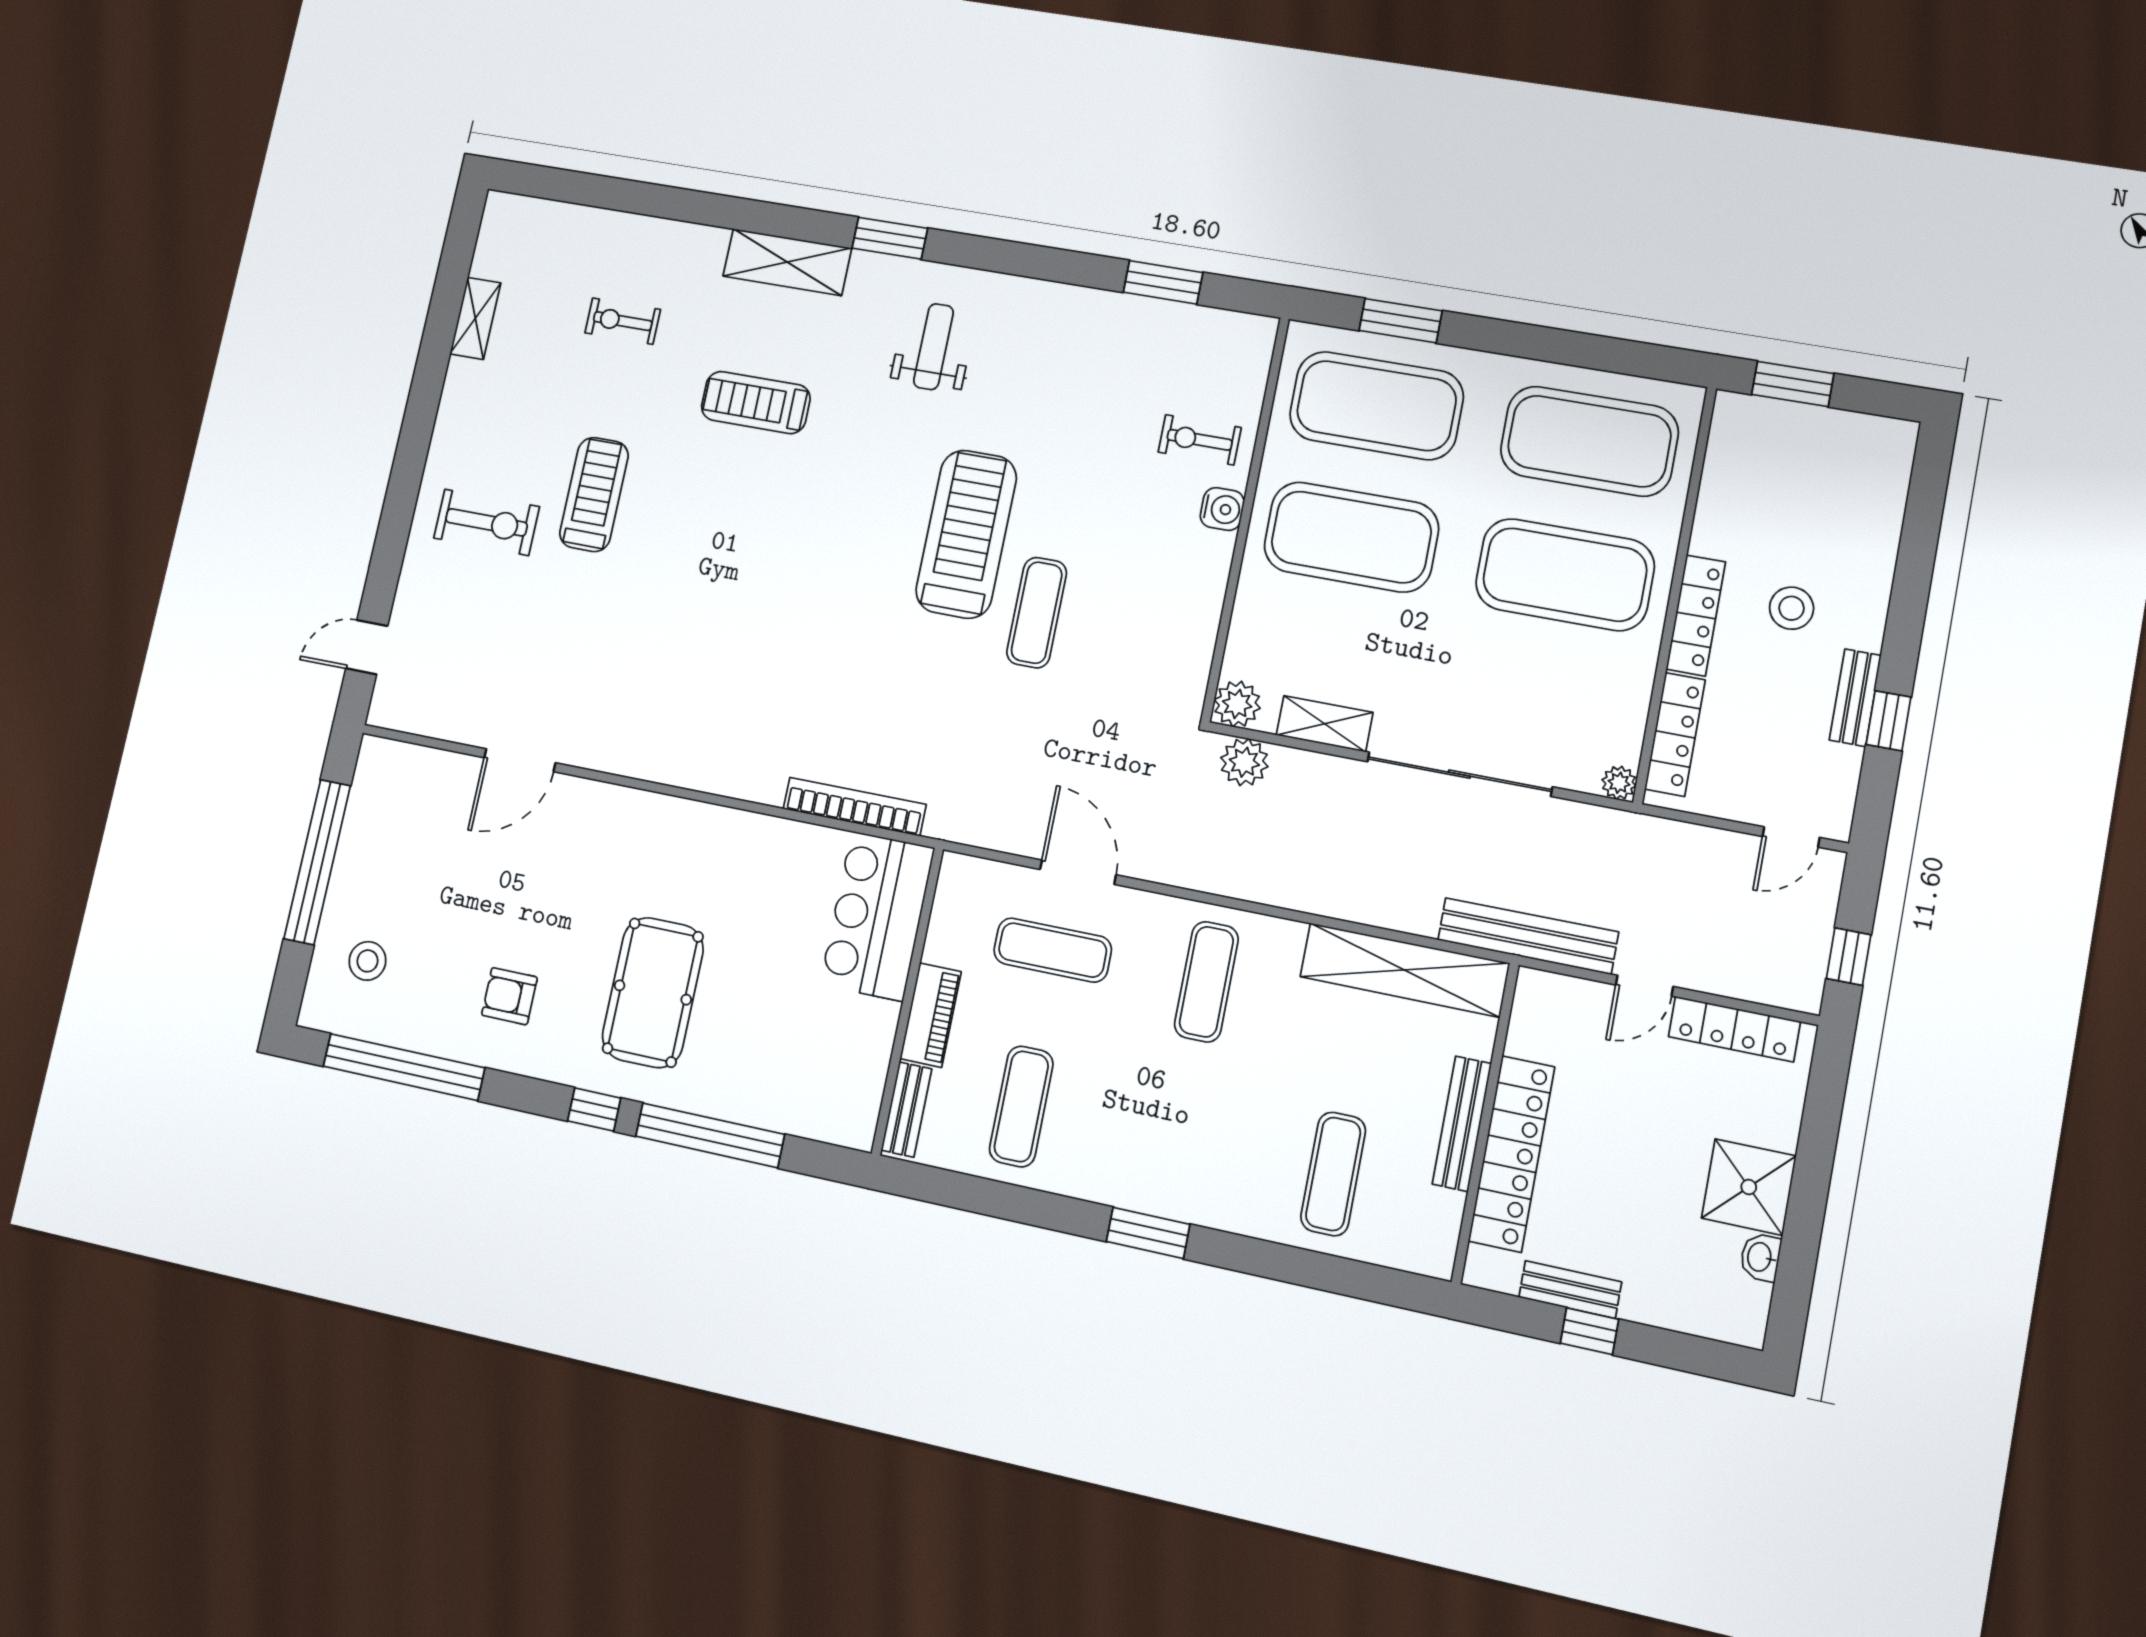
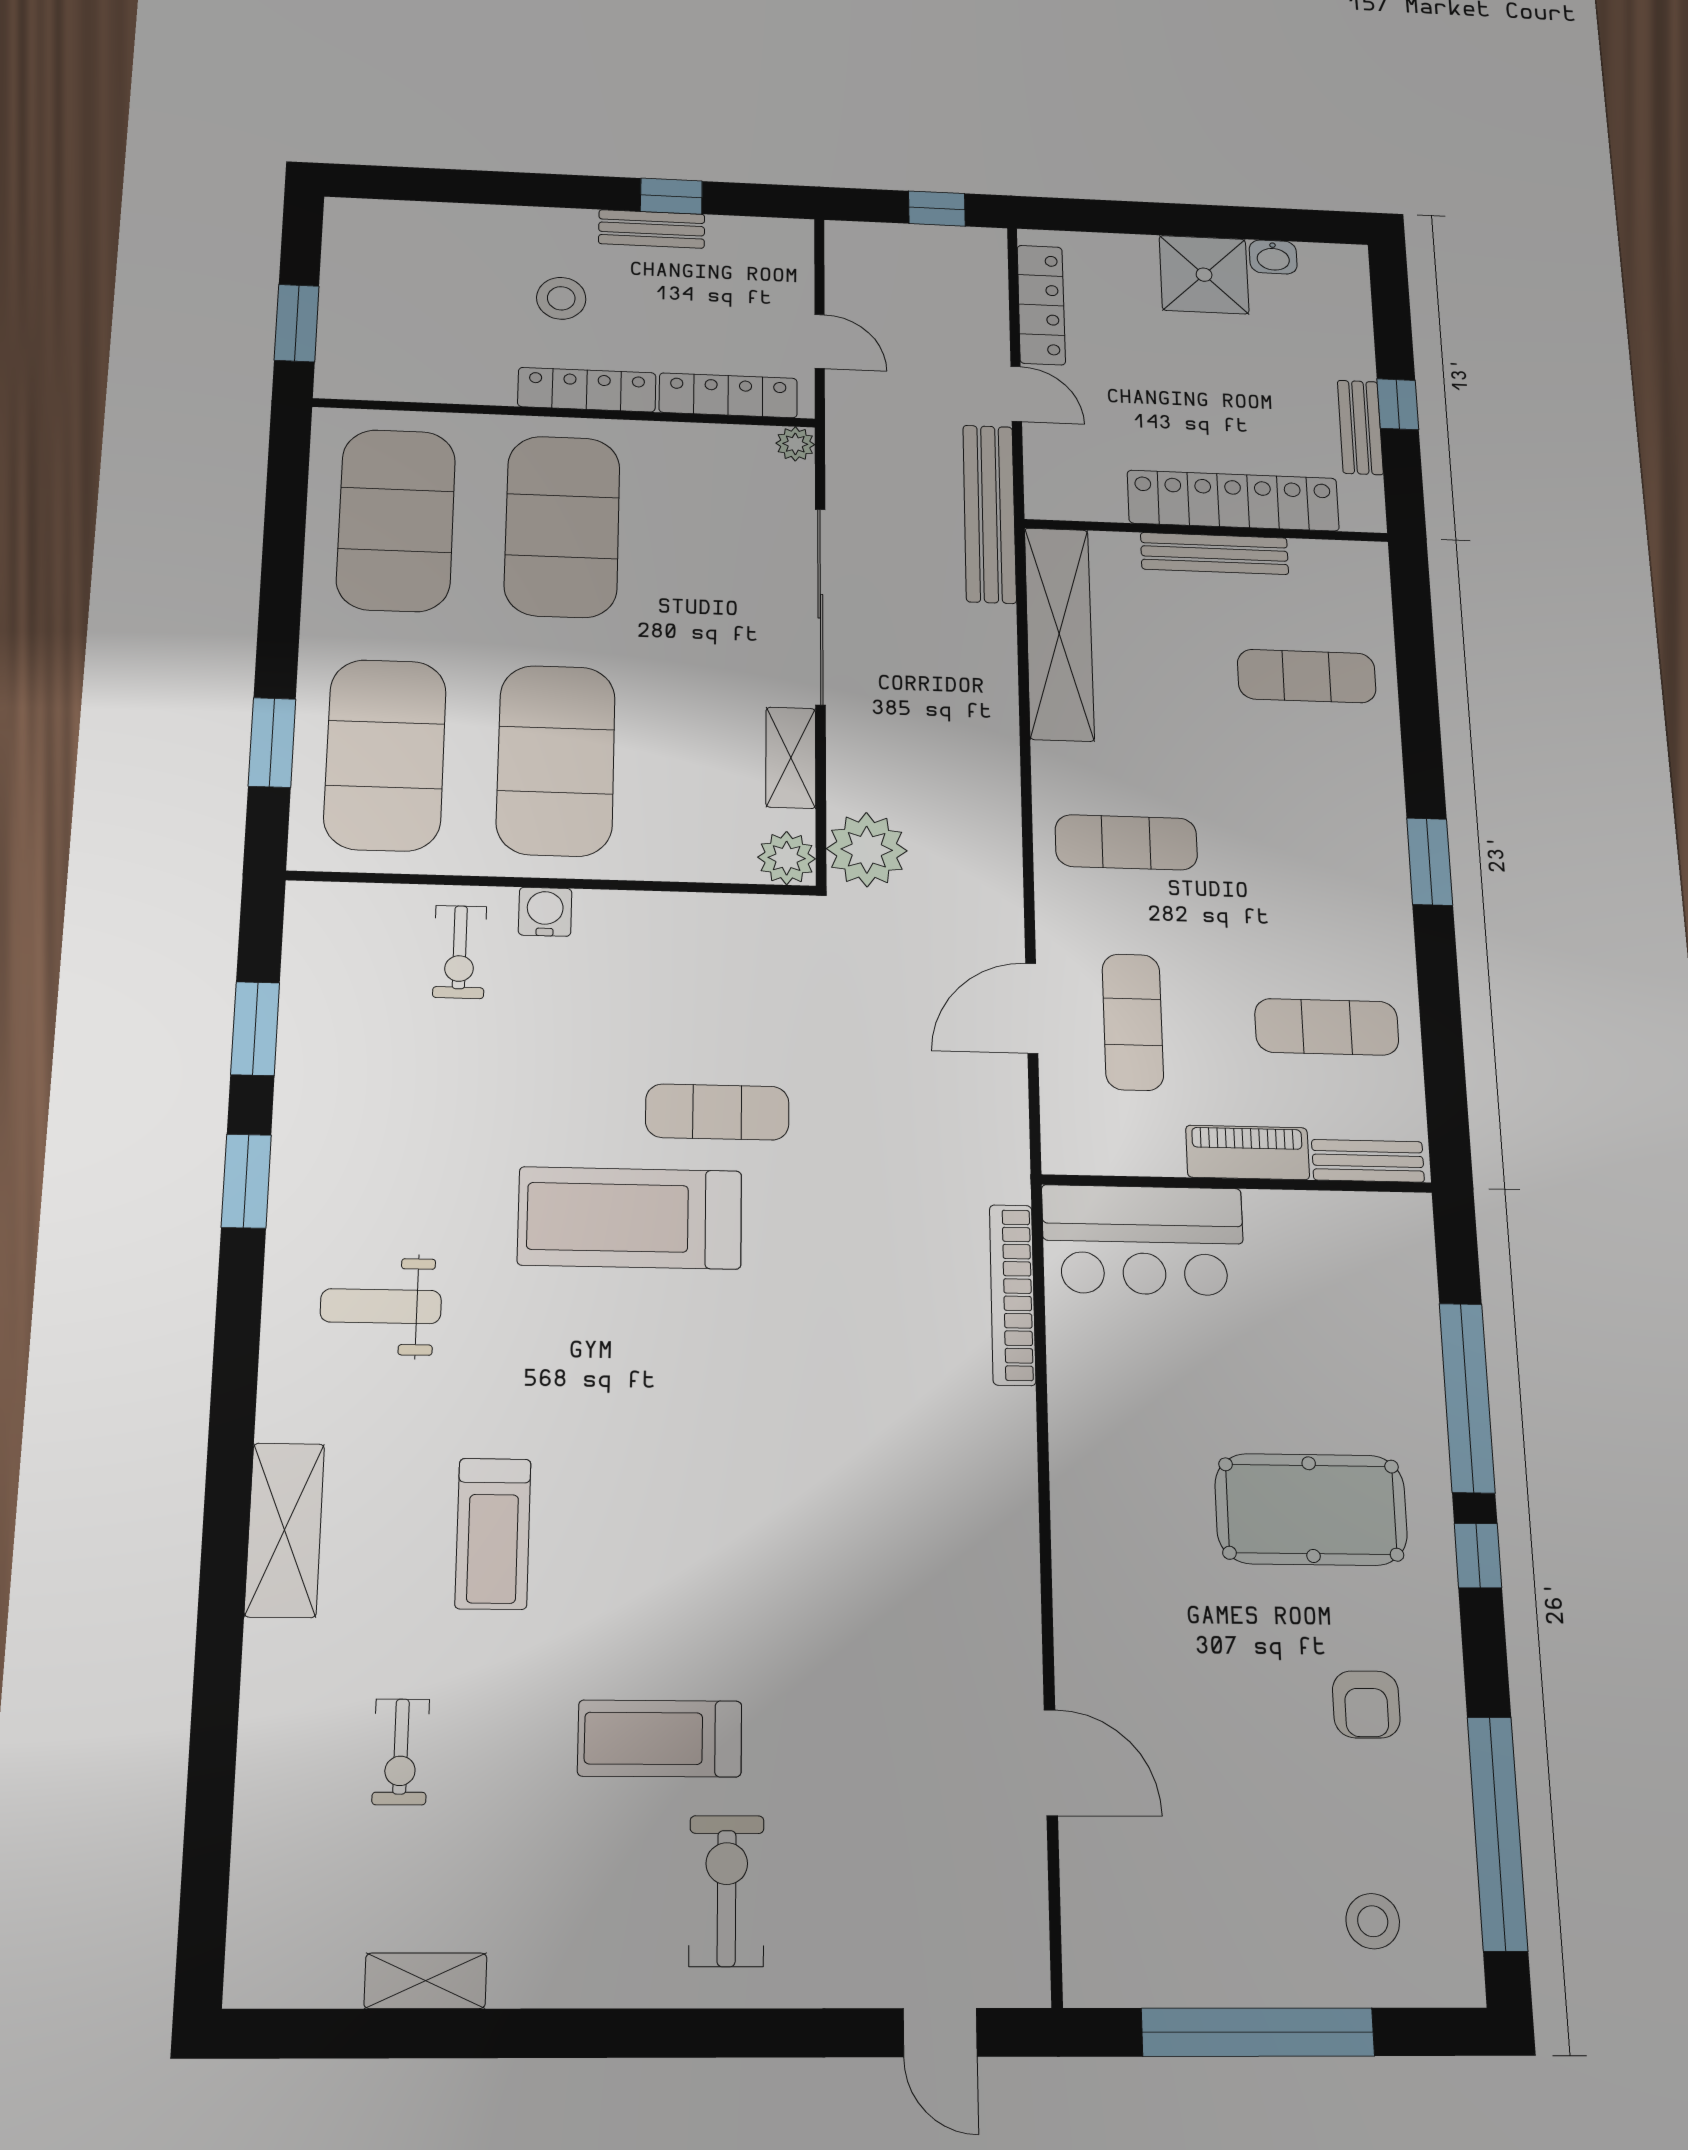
window: (890, 238) -> (246, 1181), moved
plant: (1244, 762) -> (867, 850), width x1.36, depth x1.36
door: (1791, 837) -> (820, 341), moved

